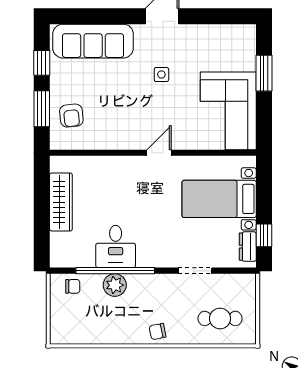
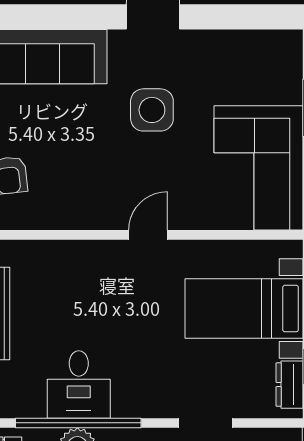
side table: (161, 74) -> (152, 110), width x1.87, depth x1.87

